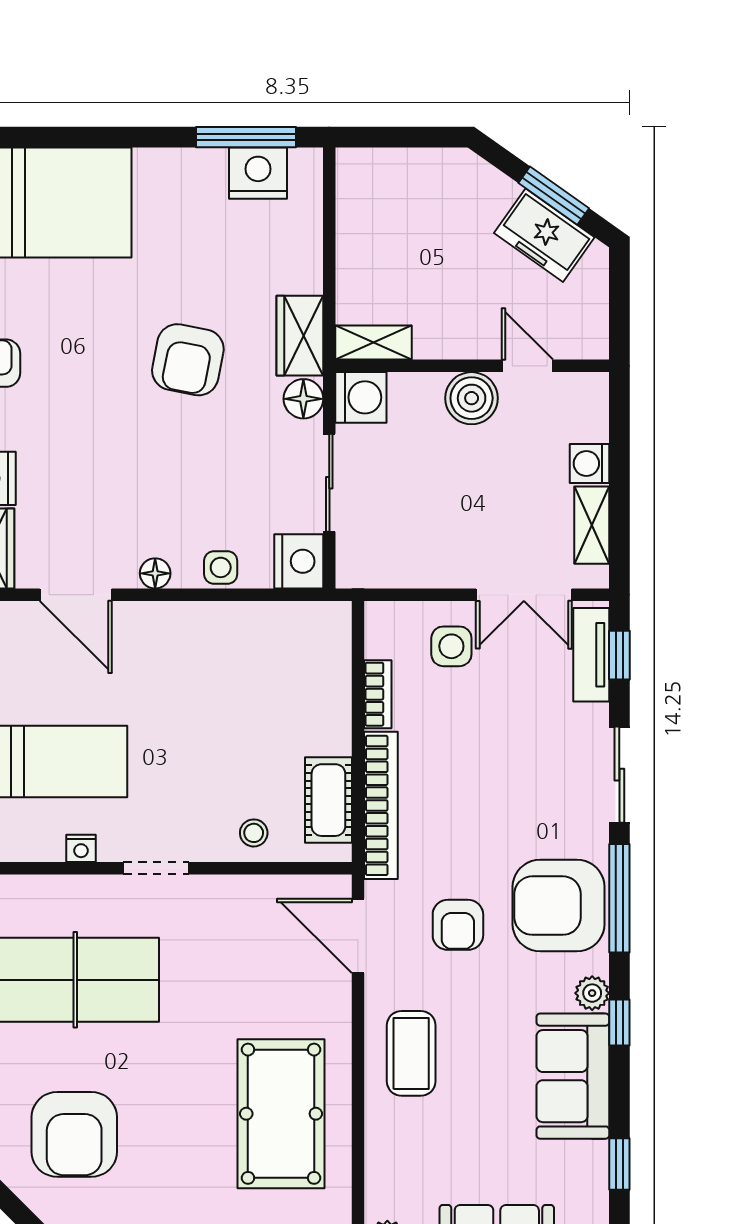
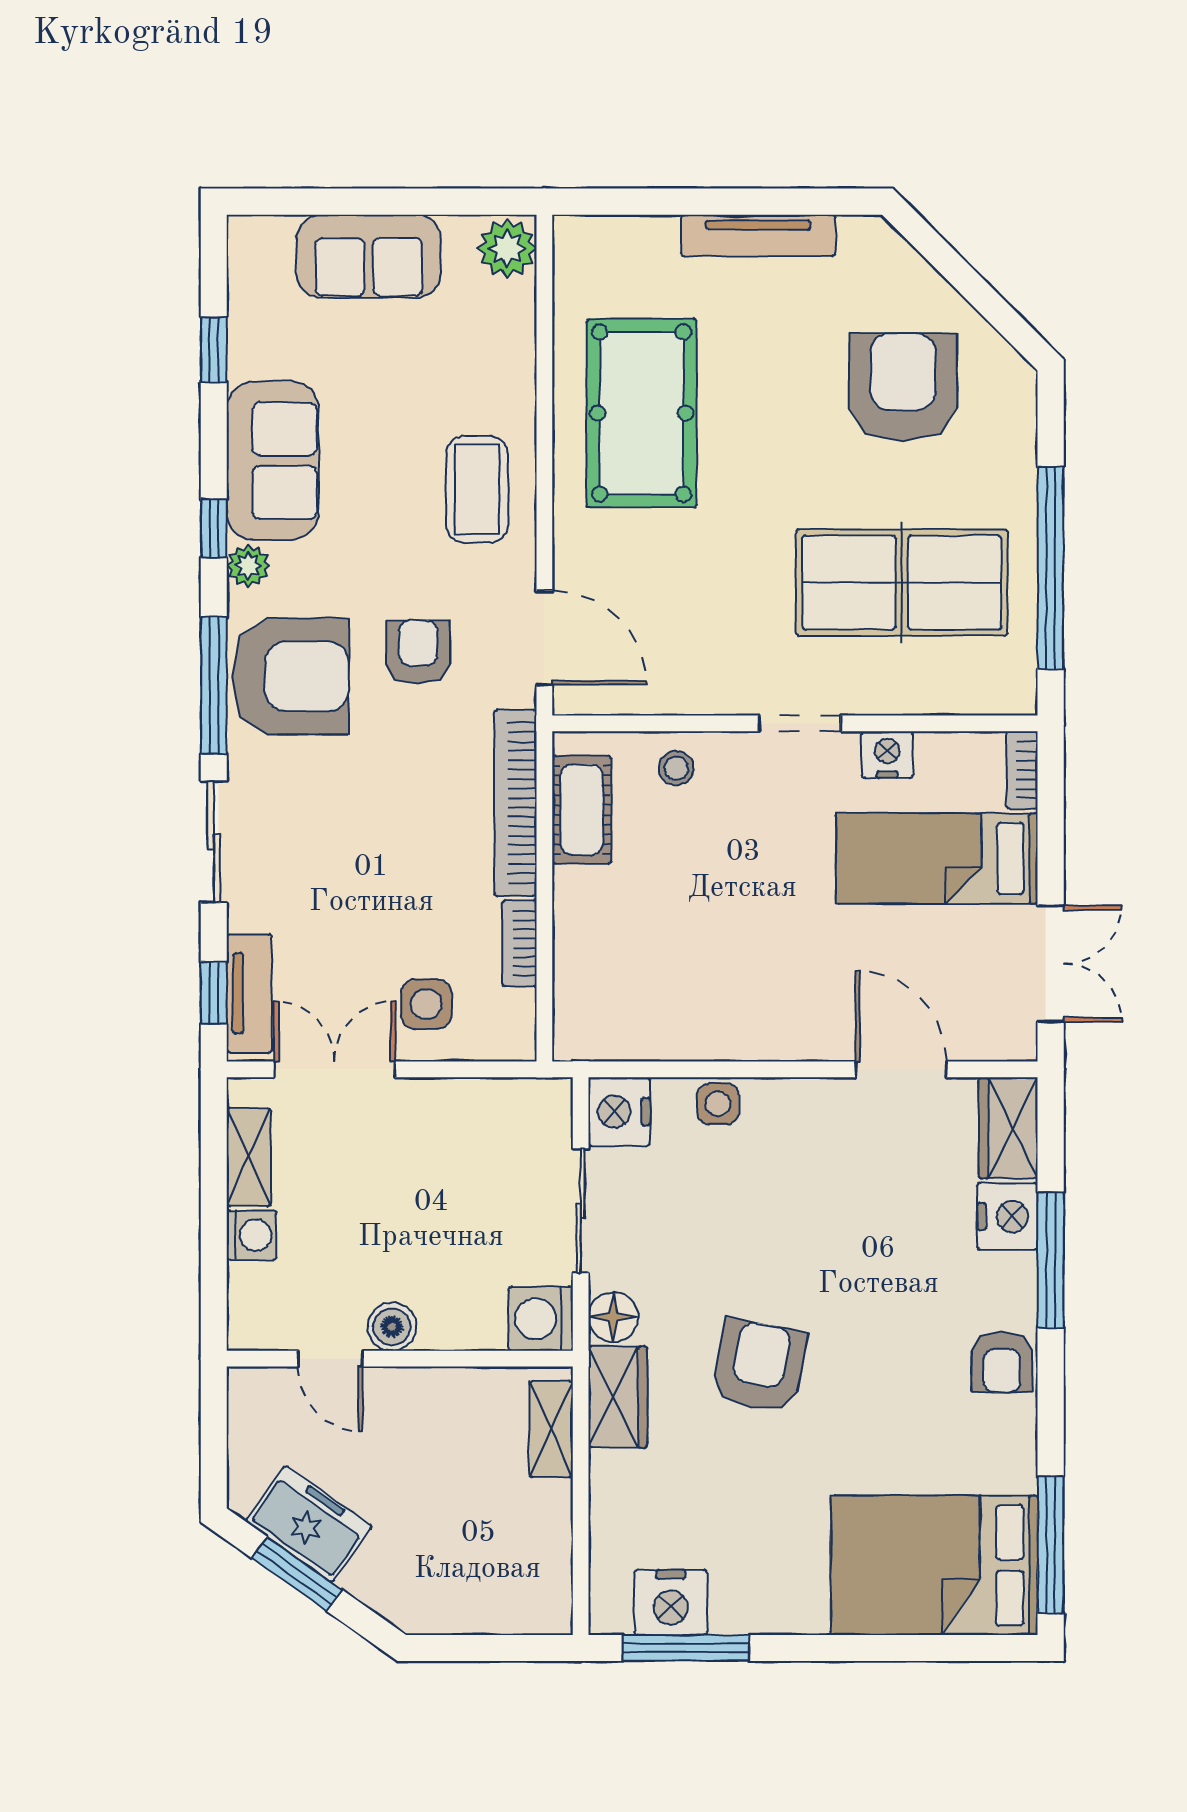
shelving: (374, 343) -> (551, 1429), moved, turned 90
boiler: (472, 398) -> (392, 1327), width x0.73, depth x0.73
floor lamp: (155, 573) -> (801, 1096), removed
nightstand: (81, 848) -> (887, 755), width x1.39, depth x1.35

